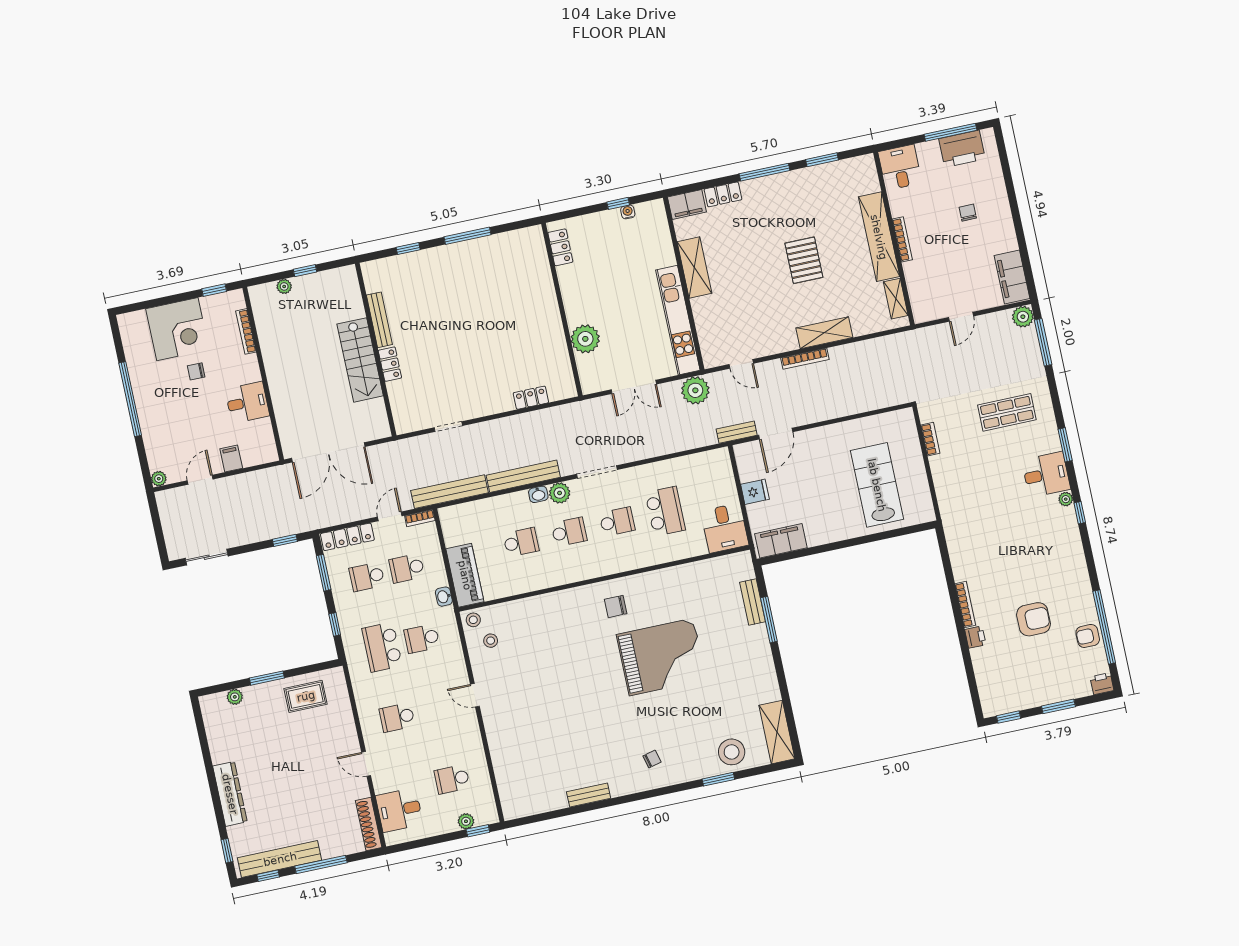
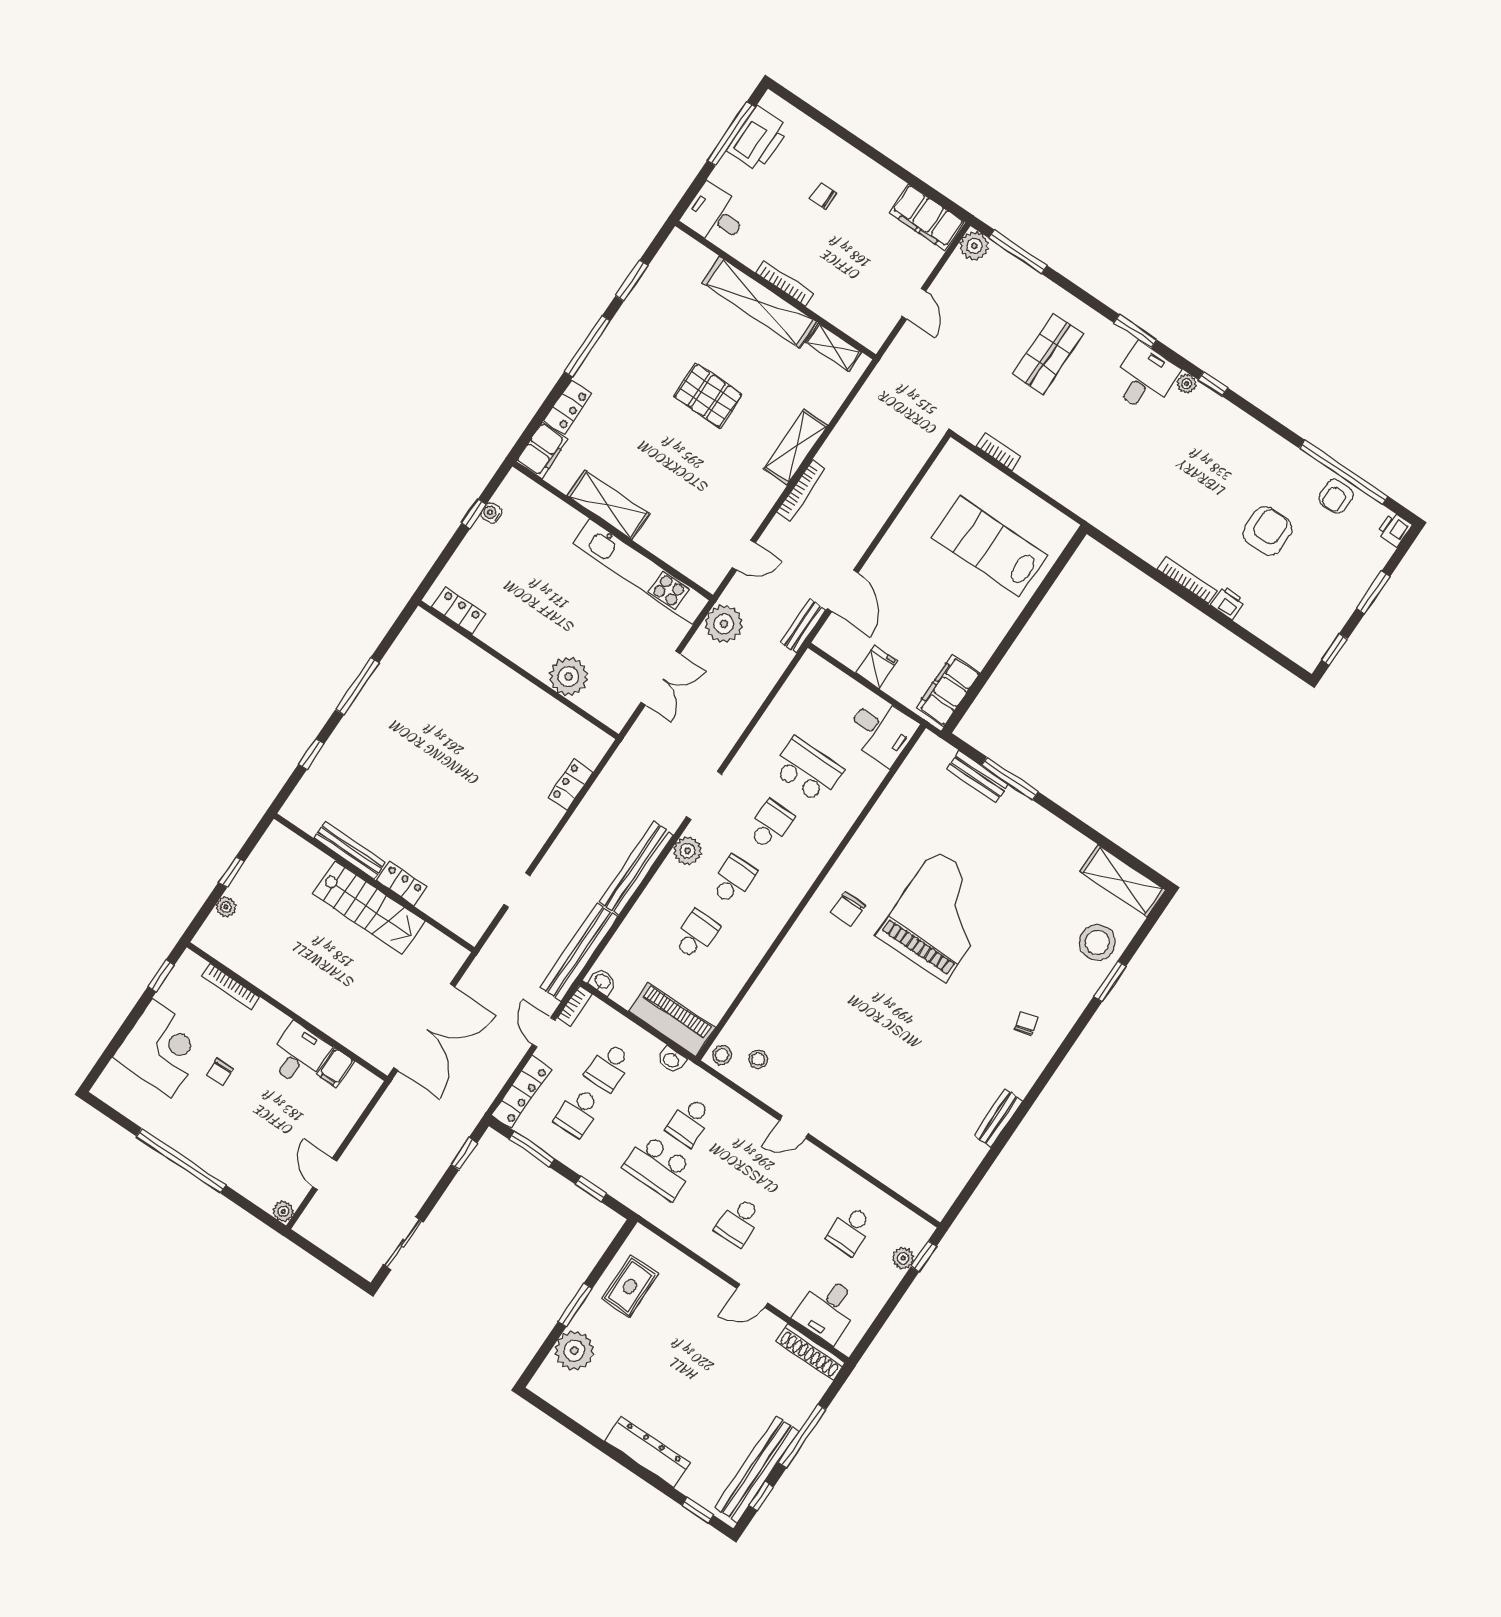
filing cabinet: (231, 459) -> (336, 1068), moved, turned -90
washbasin: (538, 494) -> (602, 982), moved, turned -90
plant: (235, 697) -> (574, 1351), width x1.88, depth x1.88

